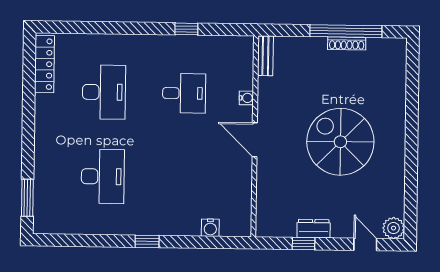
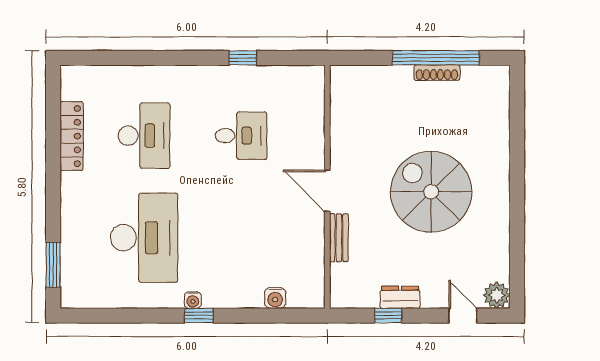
bench: (265, 56) -> (339, 238), moved
locker: (44, 64) -> (72, 136), moved
water cooler: (246, 98) -> (193, 300), moved, turned 90
desk: (103, 176) -> (144, 238), width x1.36, depth x1.30

